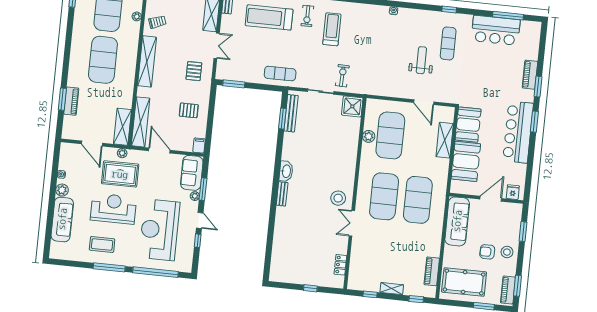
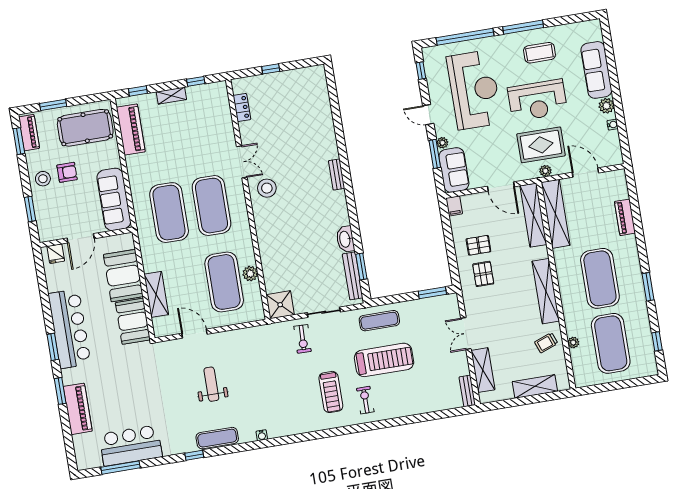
treadmill: (269, 17) -> (384, 360), moved
exercise mat: (448, 43) -> (217, 438), moved, turned 90
weight bench: (421, 60) -> (211, 384), turned 180
pallet: (194, 71) -> (483, 274), moved
piano: (530, 75) -> (78, 409), width x1.37, depth x1.33
window: (62, 99) -> (648, 287), moved
shelving: (123, 127) -> (556, 214), width x1.47
washbasin: (286, 171) -> (345, 239), moved
window: (198, 241) -> (421, 71), moved
piano: (432, 271) -> (131, 130), width x1.37, depth x1.33

